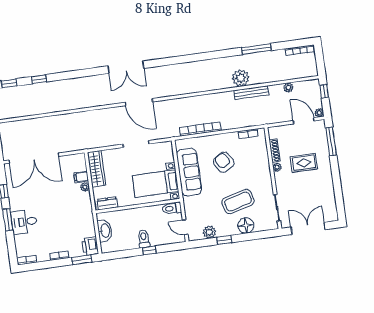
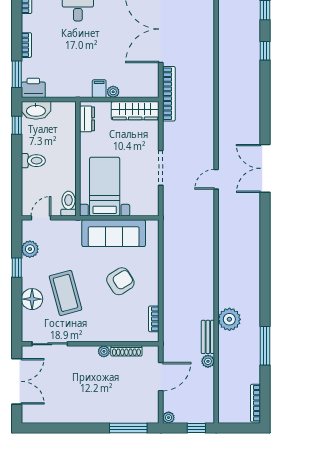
plant: (288, 87) -> (208, 361), moved
bench: (251, 93) -> (208, 337), width x0.73
door: (139, 102) -> (216, 179), width x0.53
door: (304, 121) -> (161, 377), moved
bookcase: (200, 129) -> (169, 94), moved
rug: (304, 163) -> (105, 388), removed
filing cabinet: (81, 177) -> (99, 89), moved
washbasin: (105, 231) -> (36, 110), moved
window: (149, 250) -> (17, 125), moved

